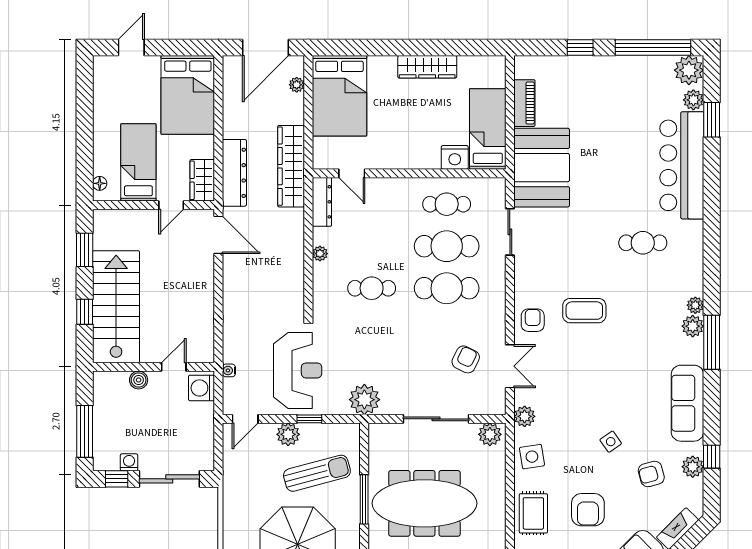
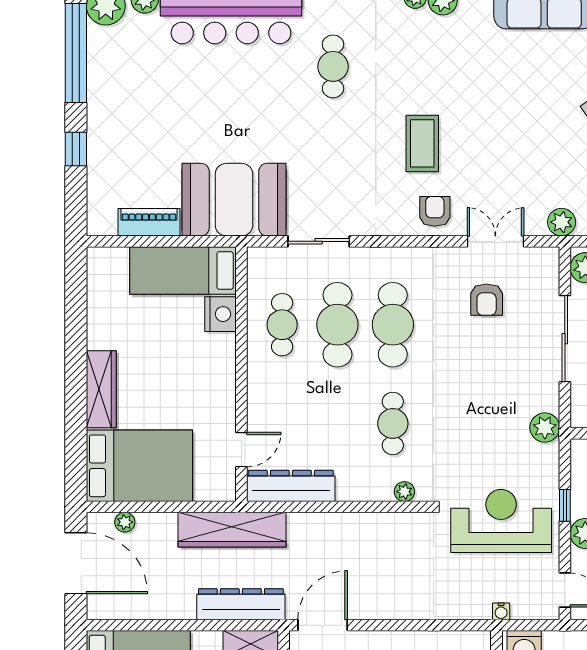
wardrobe: (427, 67) -> (101, 389), moved
dresser: (322, 202) -> (291, 486), width x1.37, depth x1.24
plant: (320, 254) -> (404, 492), moved
armchair: (533, 320) -> (435, 211), turned 90
armchair: (466, 359) -> (487, 300), turned -116
plant: (364, 400) -> (545, 428), width x0.73, depth x0.73

